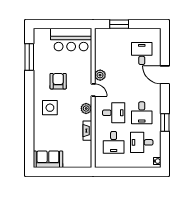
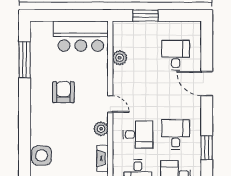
plant: (100, 75) -> (120, 58), moved
side table: (50, 108) -> (42, 156), moved
desk: (142, 113) -> (176, 135), turned 180

